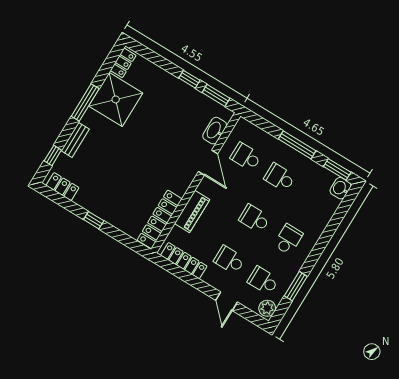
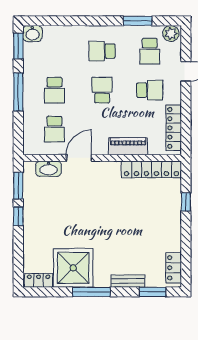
window: (53, 155) -> (152, 292), width x1.50
school desk: (254, 219) -> (102, 90), turned 180
window: (94, 220) -> (186, 202), moved
school desk: (229, 260) -> (150, 90), turned -90

